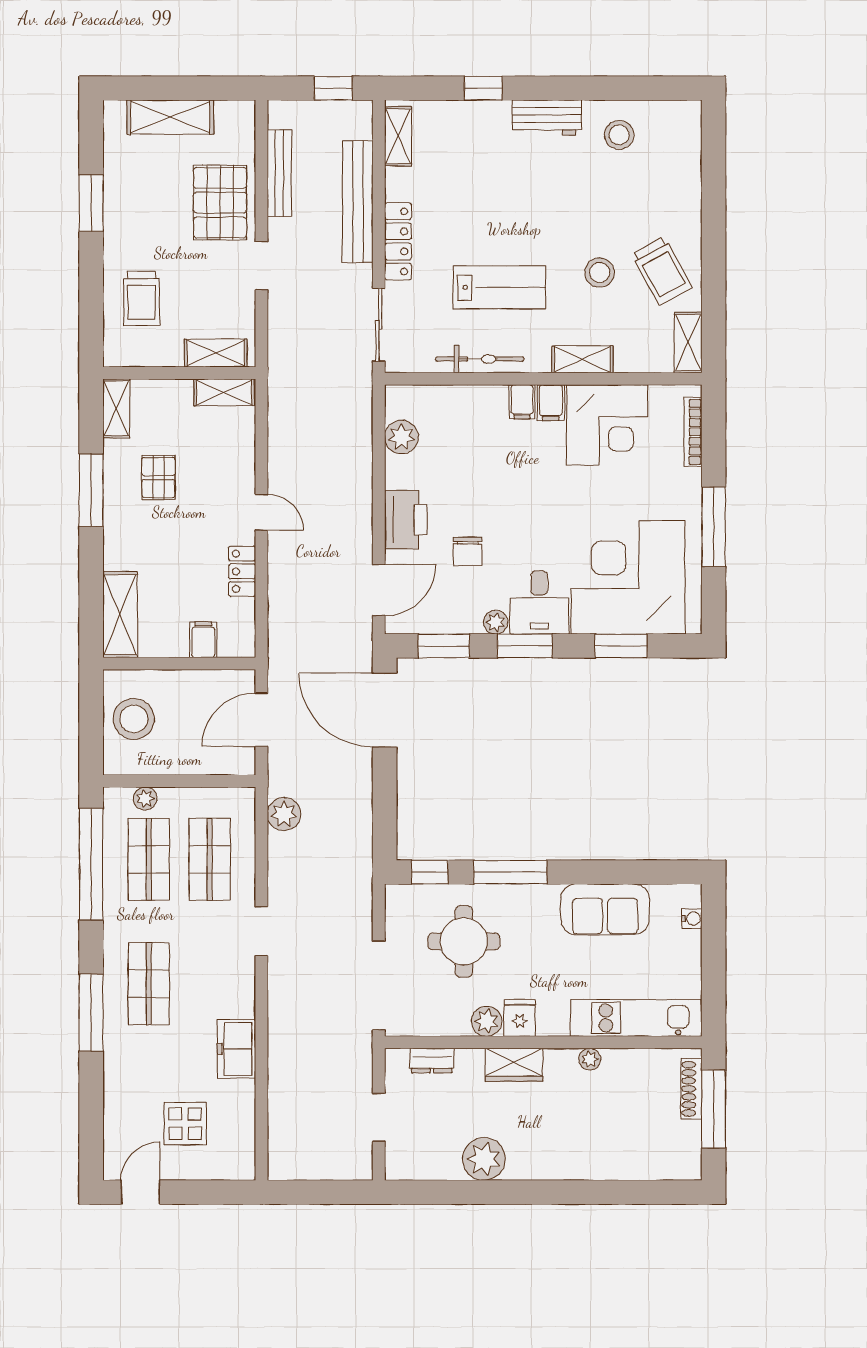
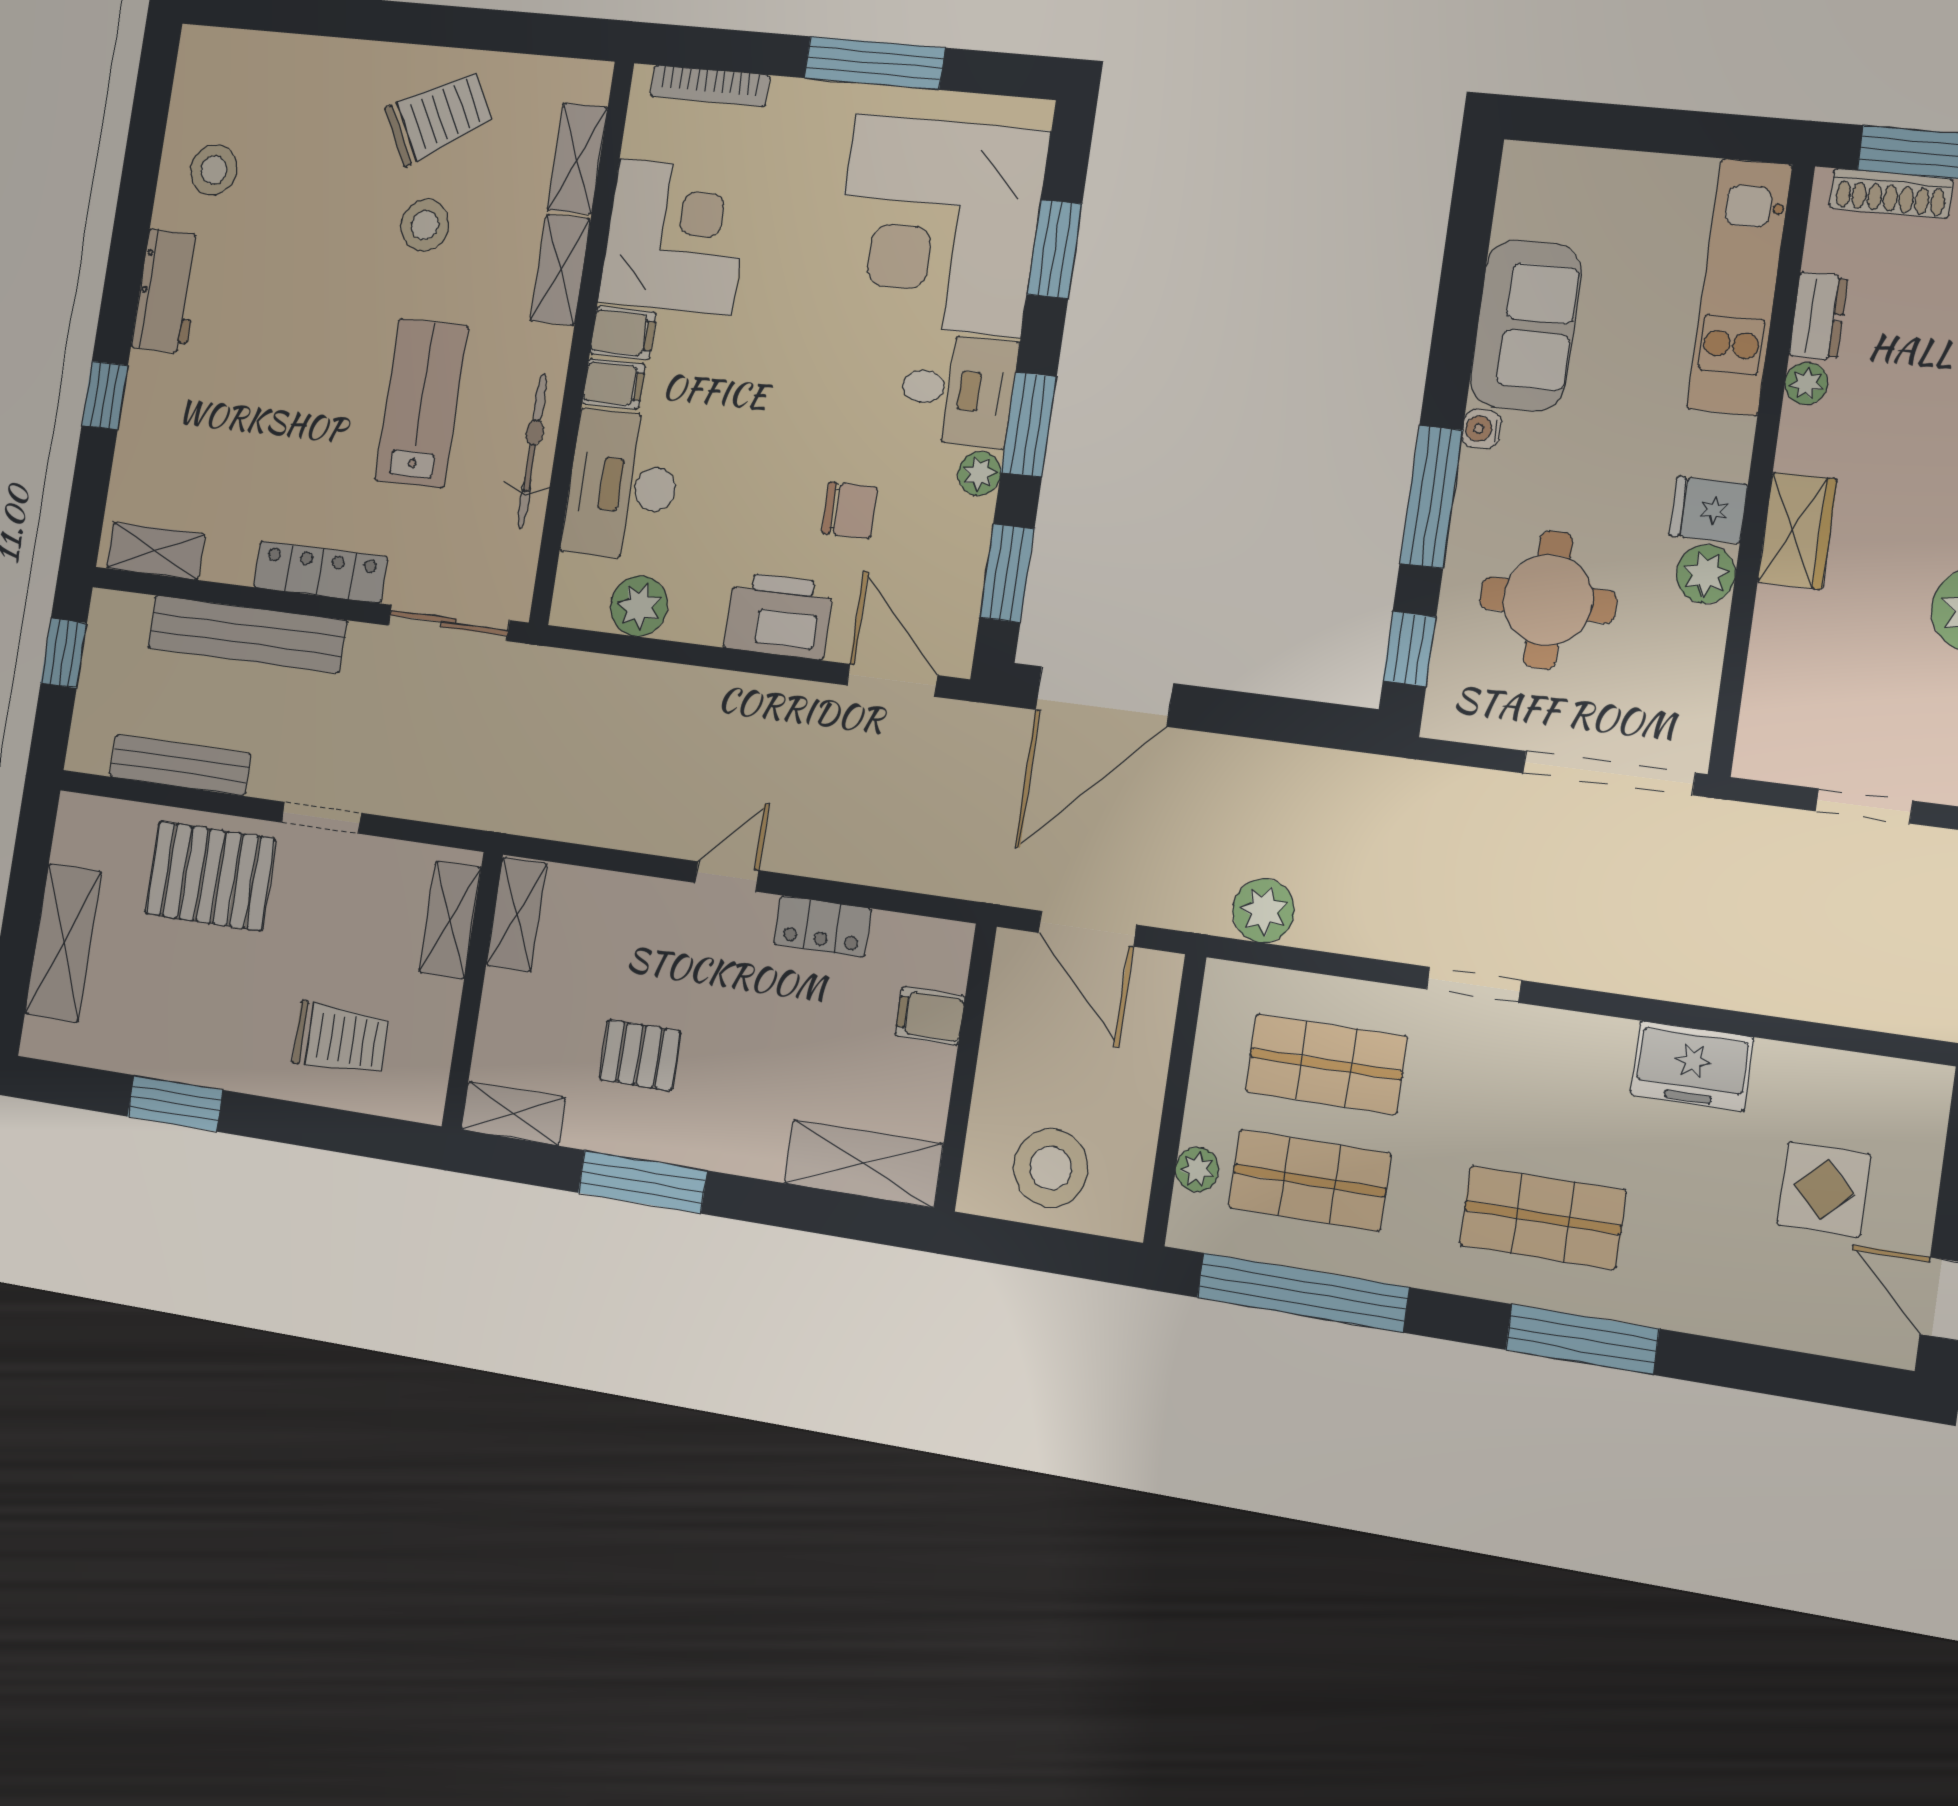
shelving: (688, 342) -> (577, 159), moved, turned 90
desk: (467, 416) -> (622, 486), added
water cooler: (692, 919) -> (1482, 429), moved, turned -90
dresser: (432, 1061) -> (1818, 316), moved

